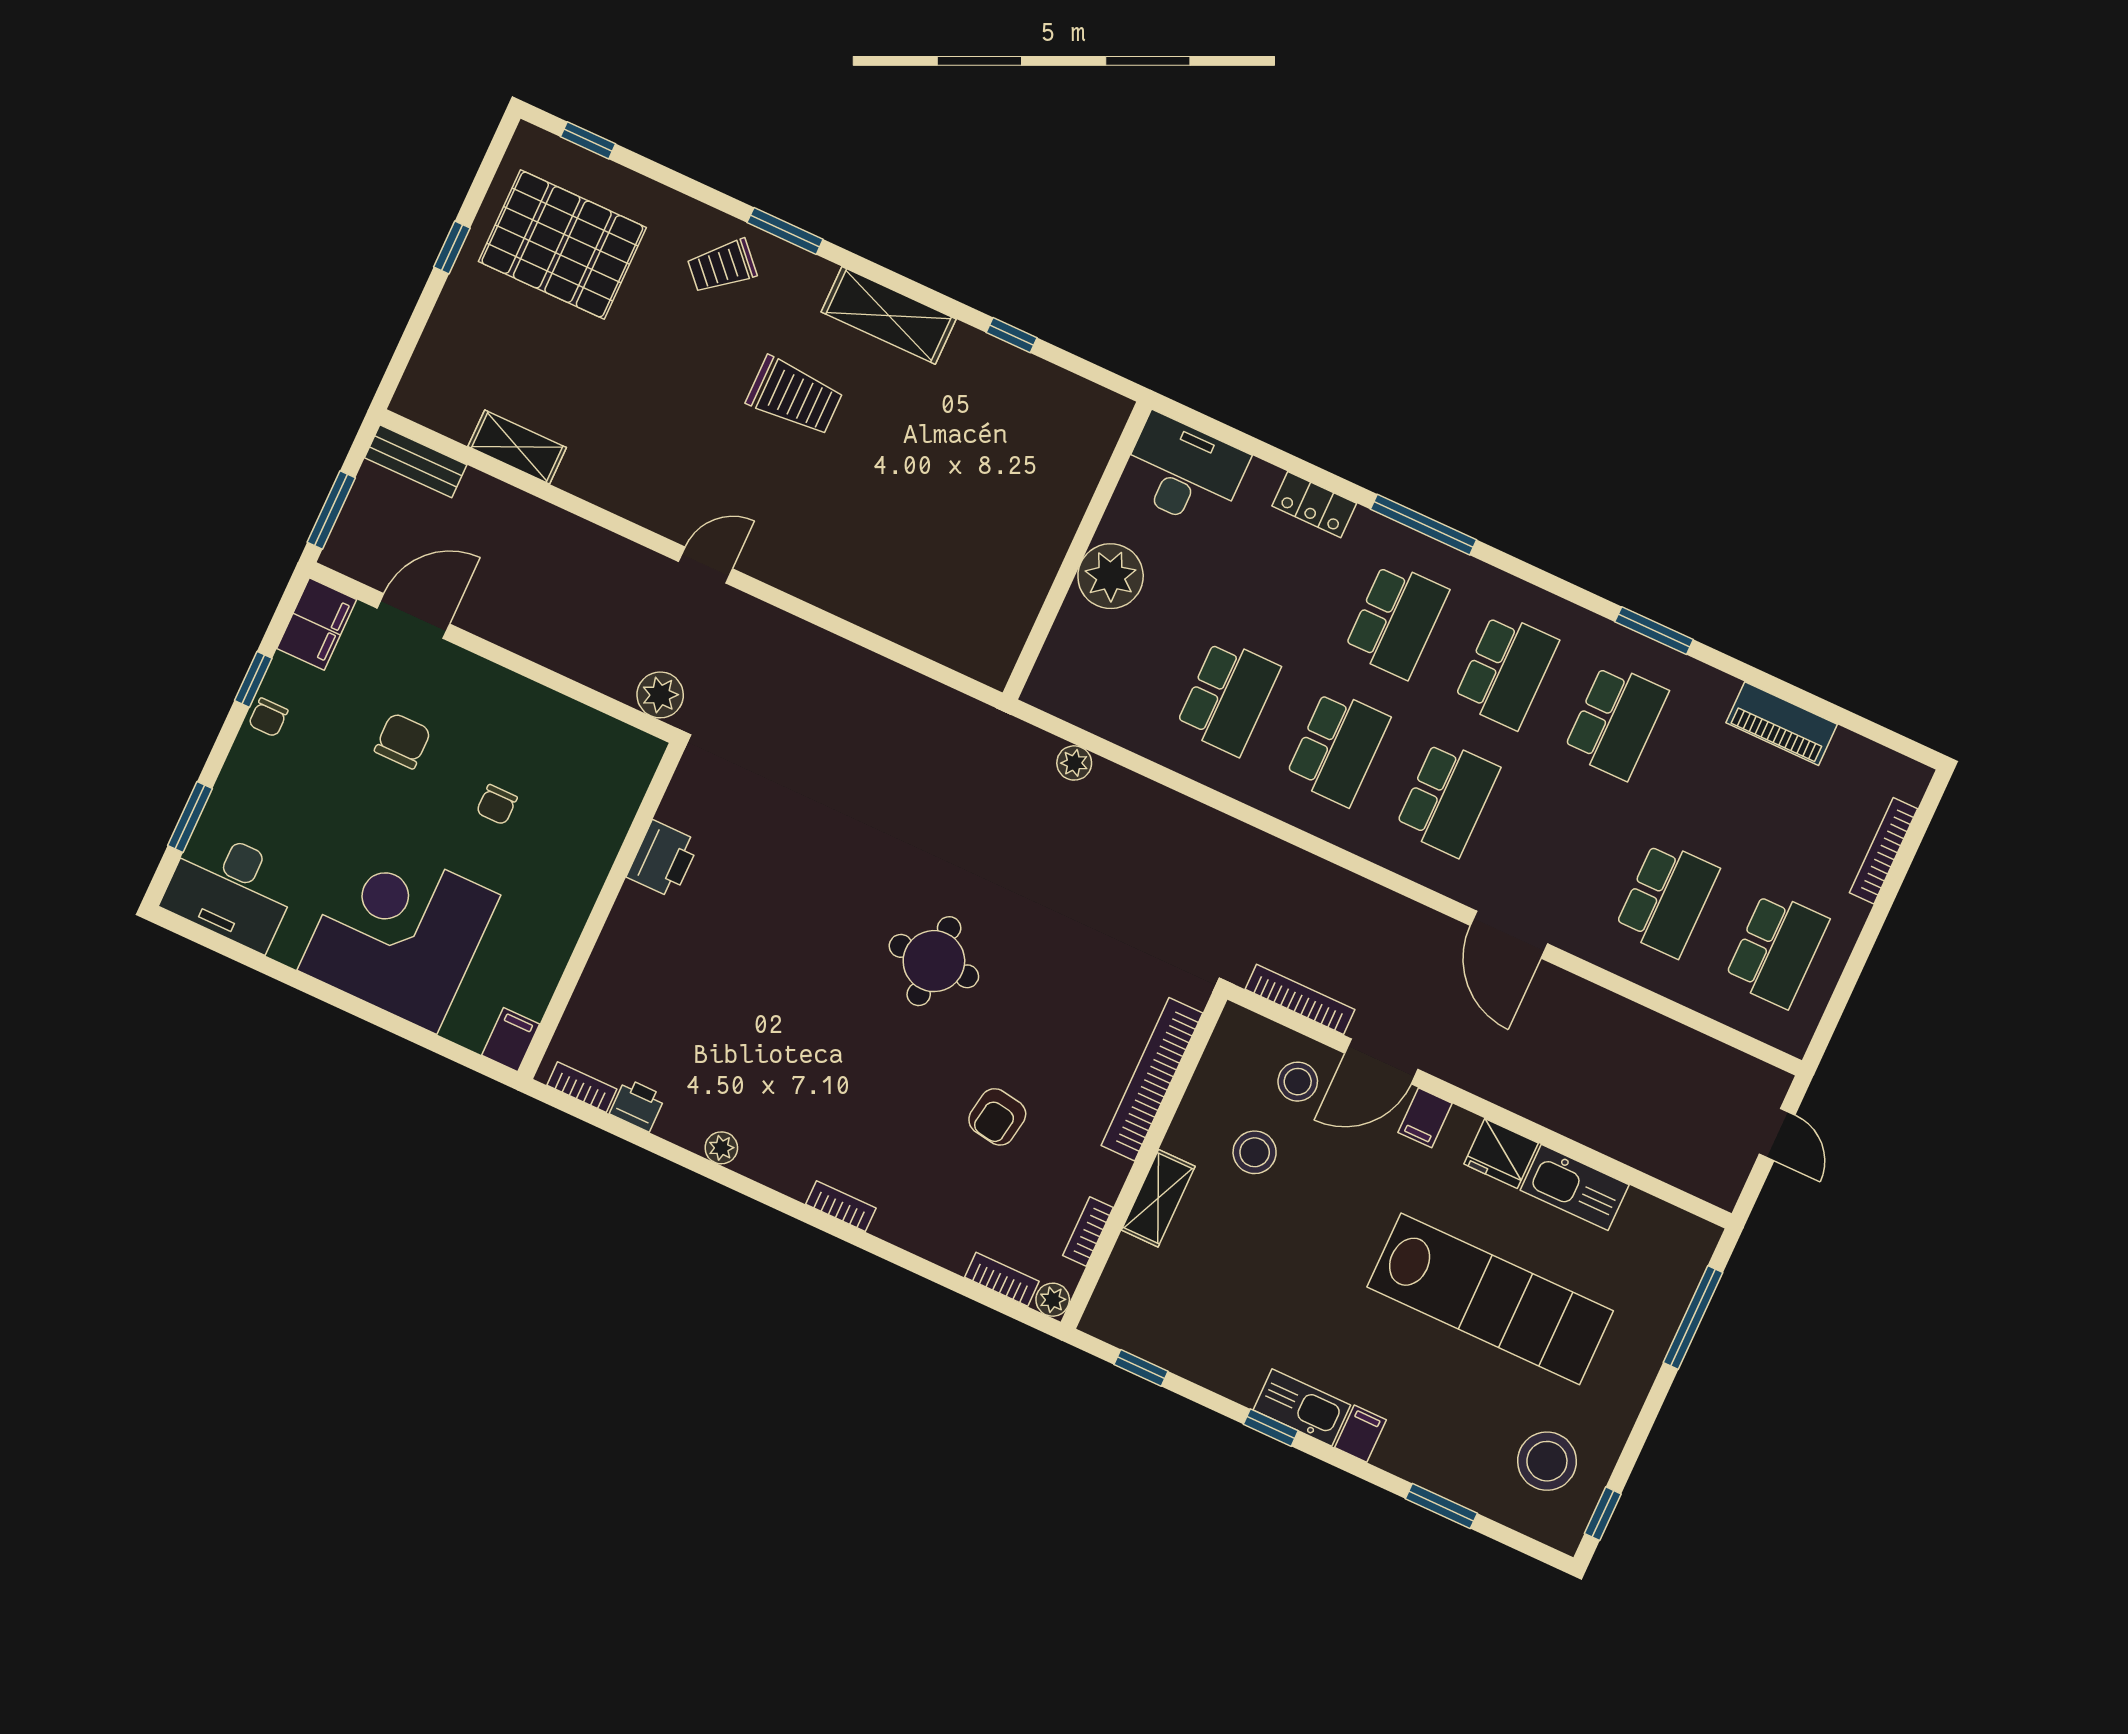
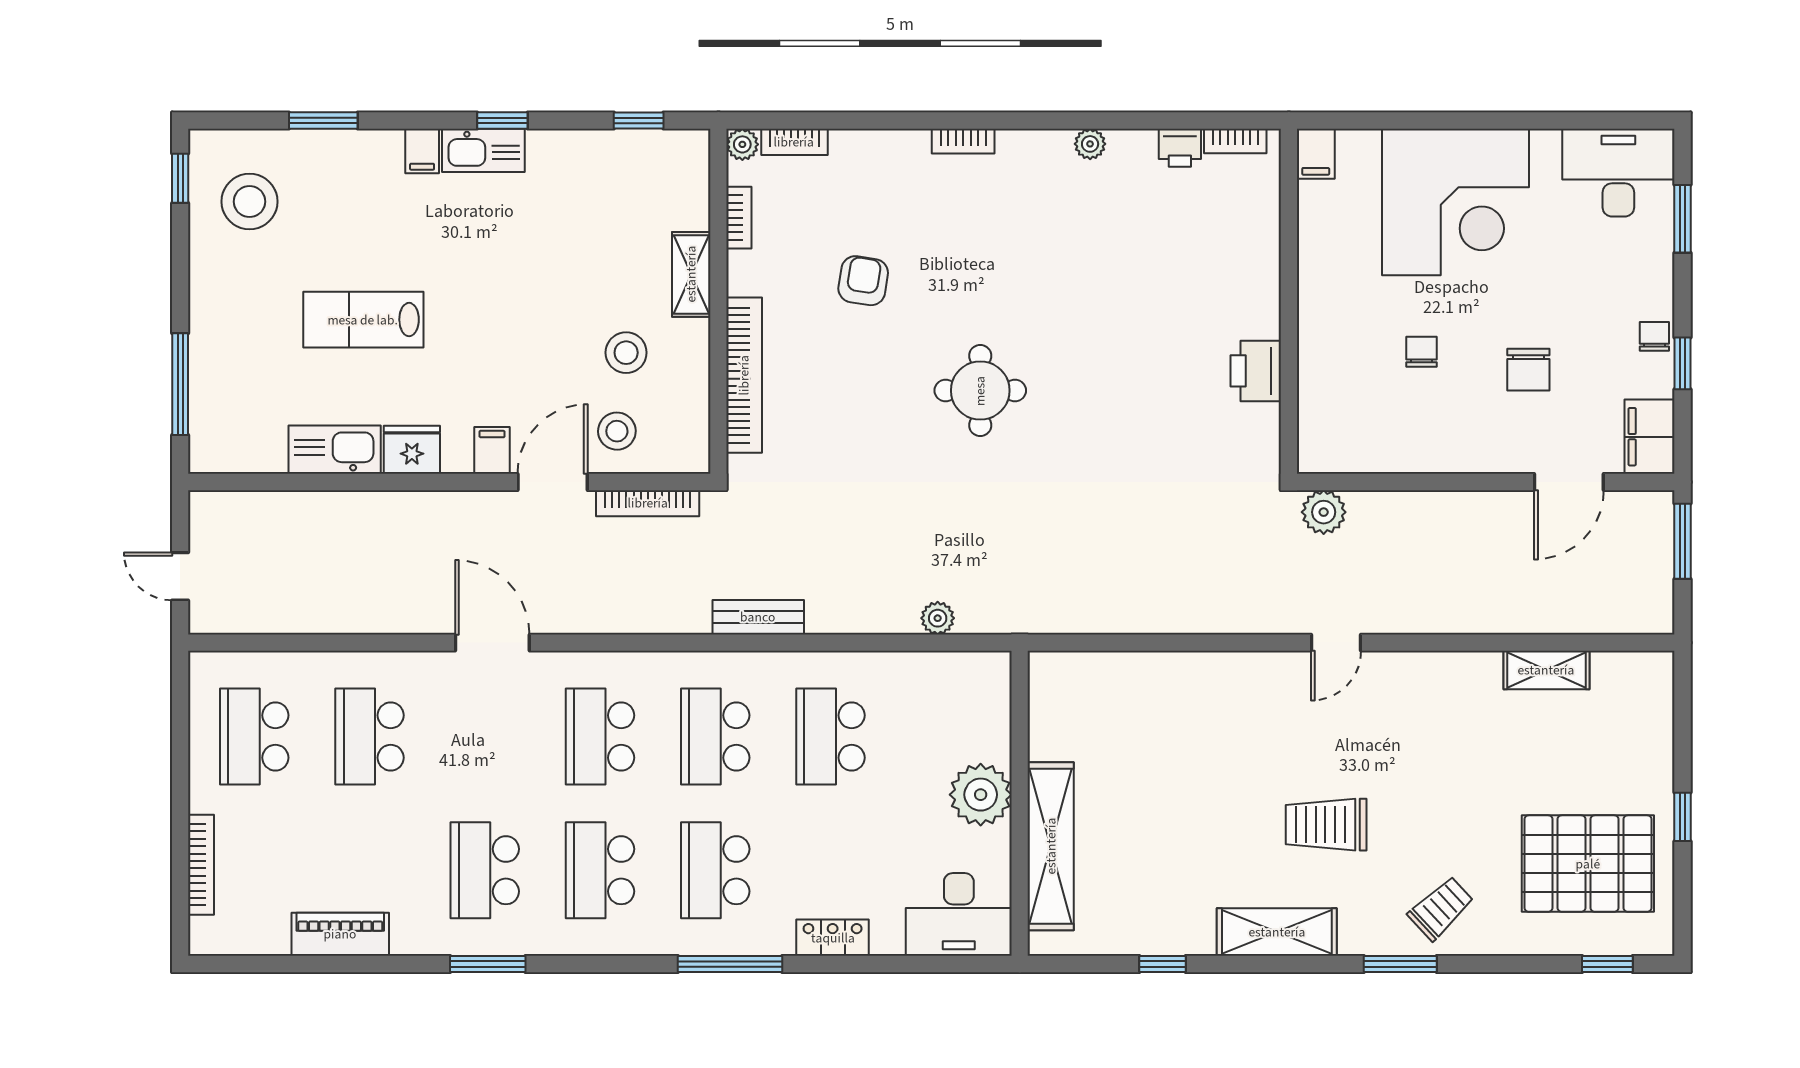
bench: (416, 461) -> (758, 617), moved
shelving: (1066, 496) -> (1051, 846), added
lab bench: (1490, 1299) -> (363, 320), width x0.54, depth x0.72

